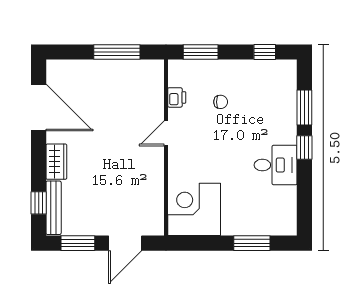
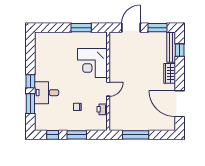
window: (201, 52) -> (77, 135), moved
desk: (276, 165) -> (47, 93), moved
corner desk: (194, 209) -> (92, 63), moved, turned 90
window: (252, 243) -> (81, 28), moved

